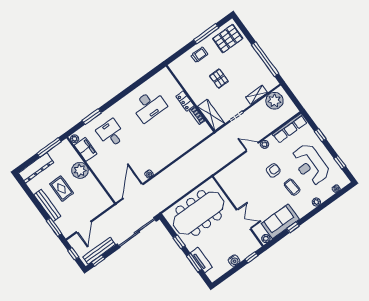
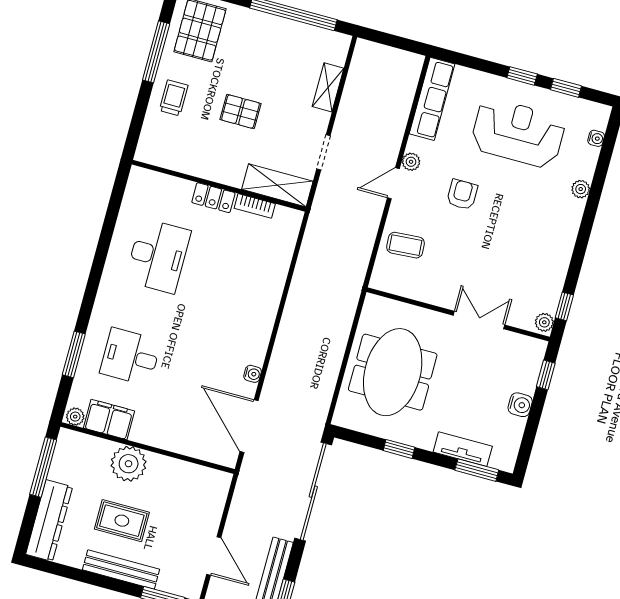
plant: (274, 101) -> (367, 73), removed
window: (320, 135) -> (522, 76), moved
reception desk: (310, 165) -> (518, 133), turned 180
coffee table: (292, 187) -> (405, 245), moved
meeting table: (199, 213) -> (393, 372), width x0.73
sofa: (280, 221) -> (545, 273), removed
window: (293, 227) -> (564, 306), moved
window: (194, 263) -> (477, 470), moved

